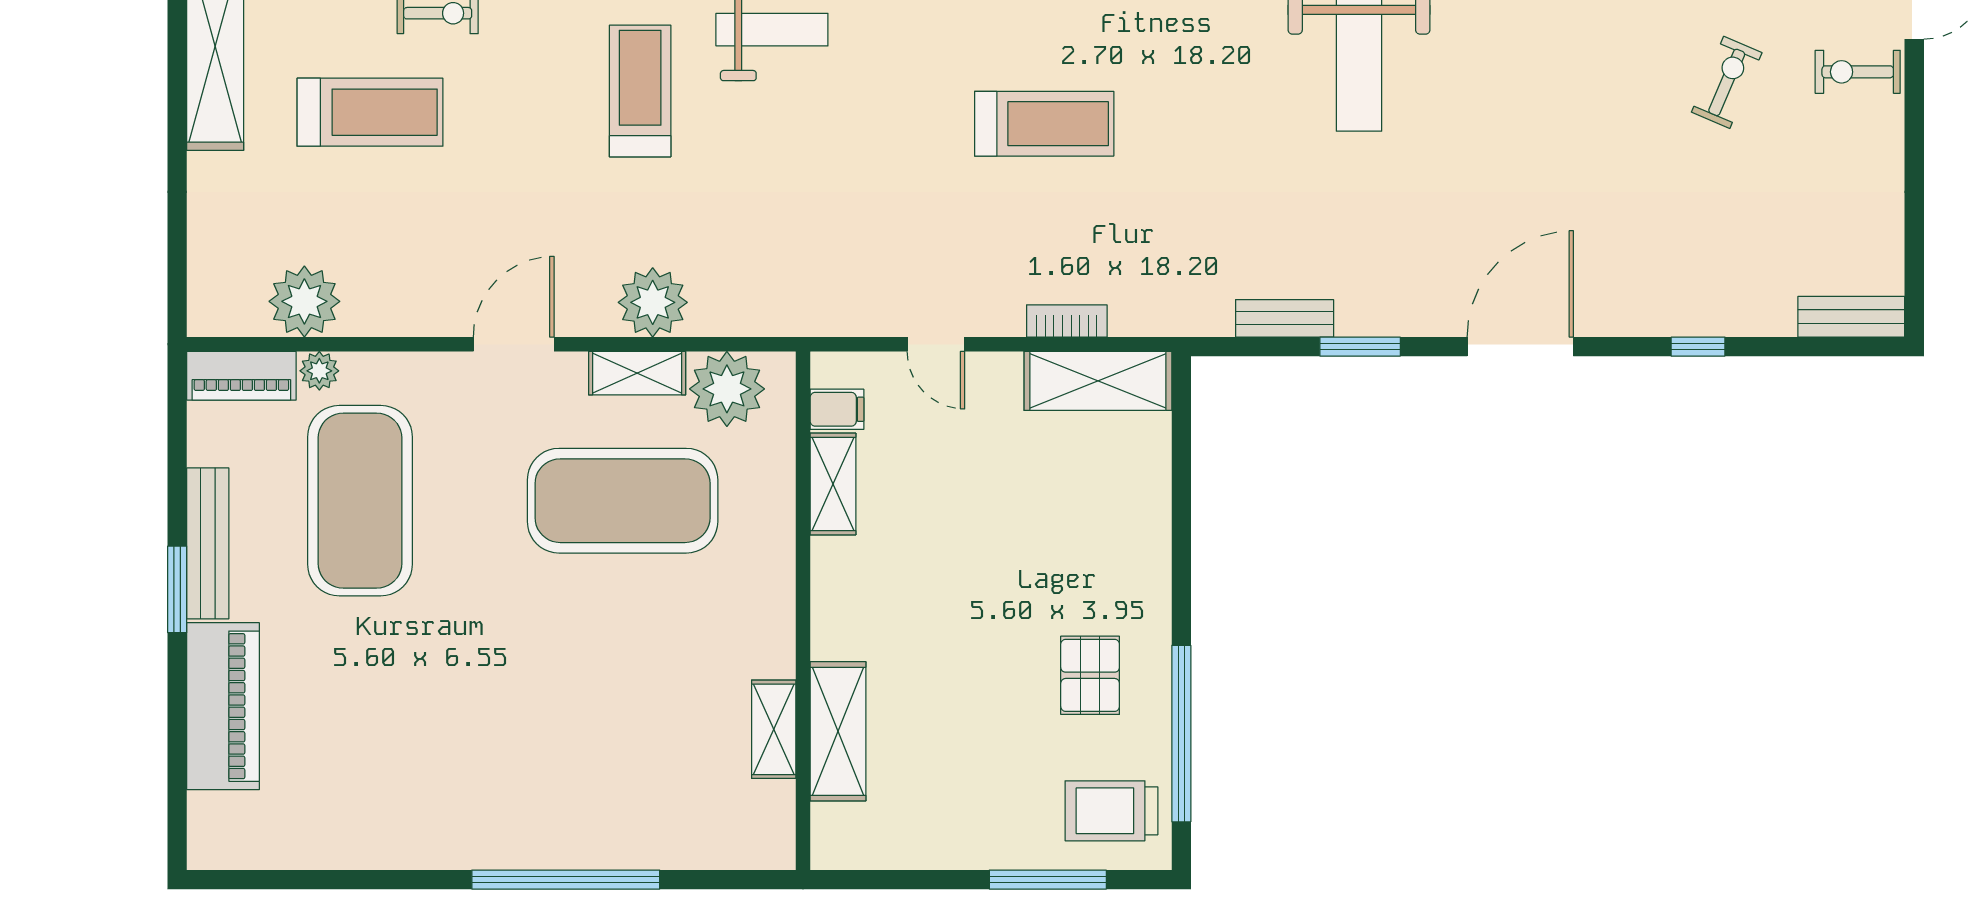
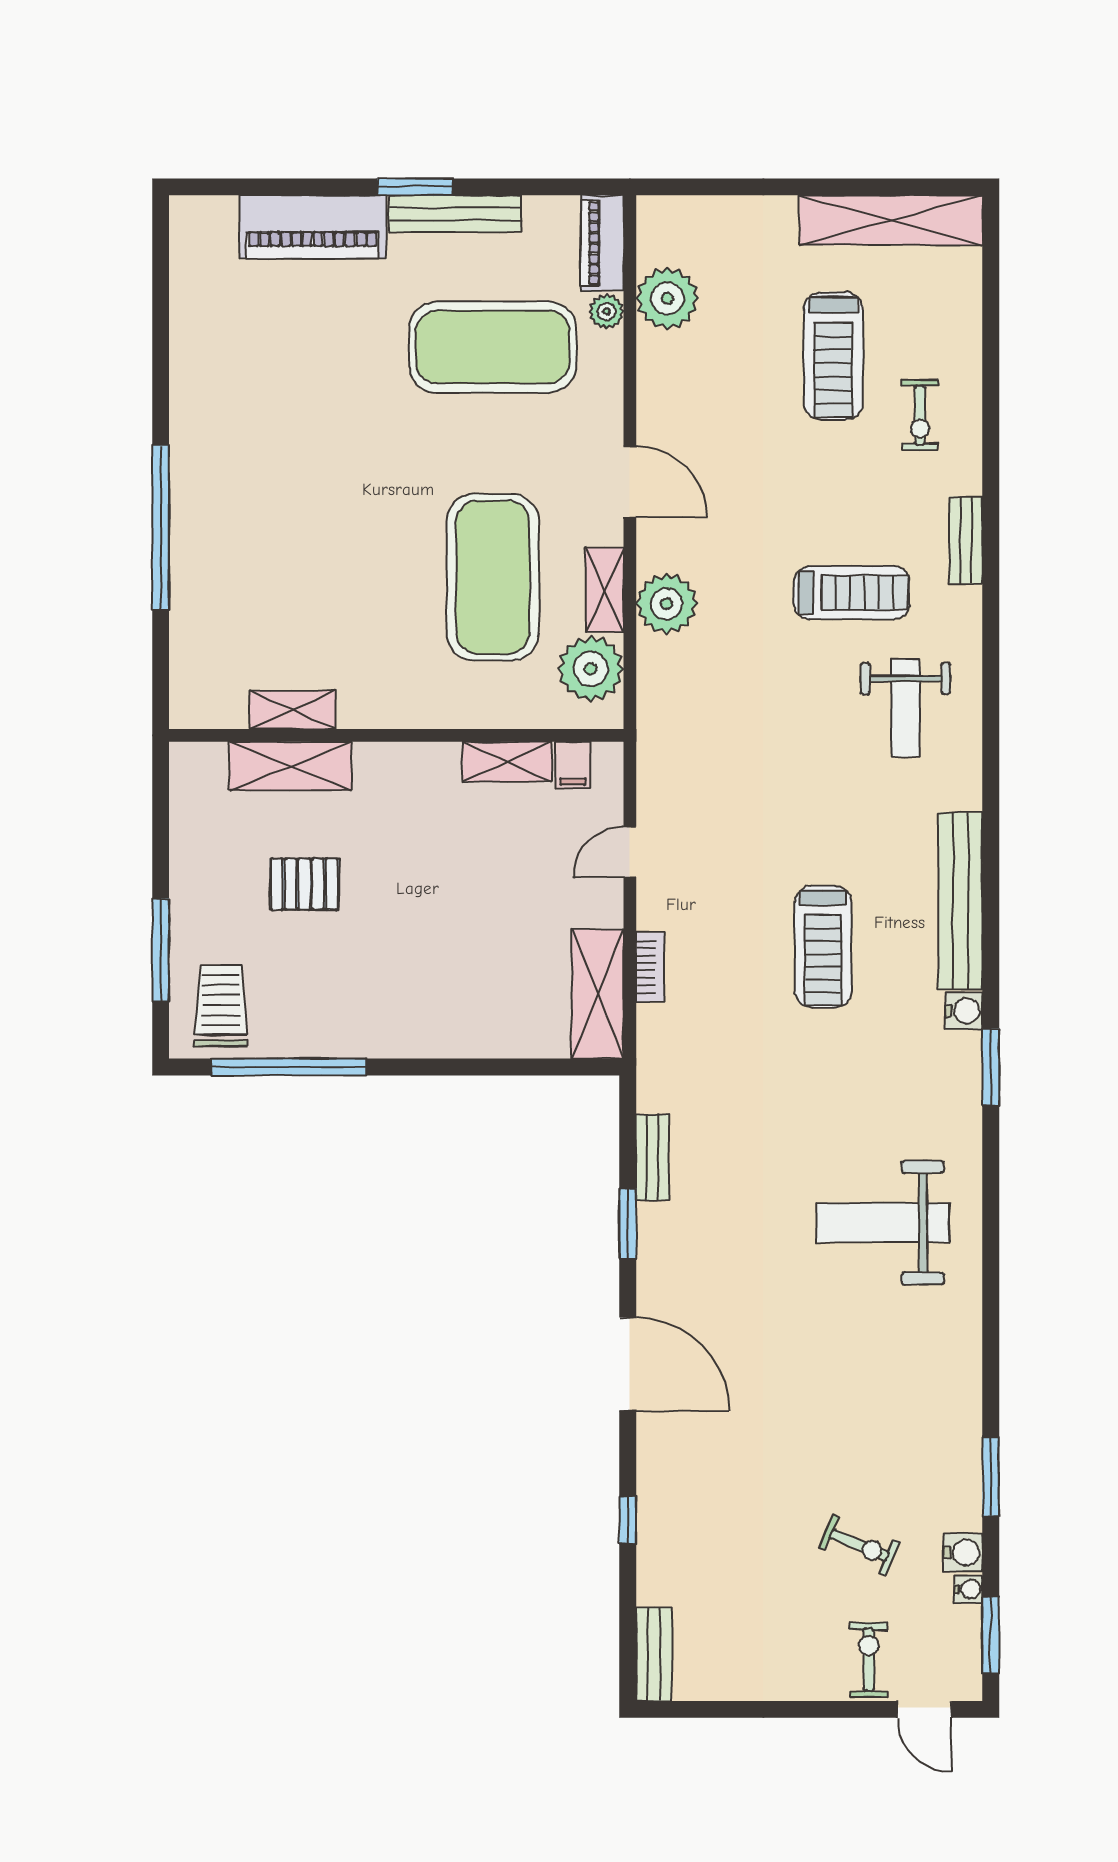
pallet: (1090, 675) -> (304, 884), moved

